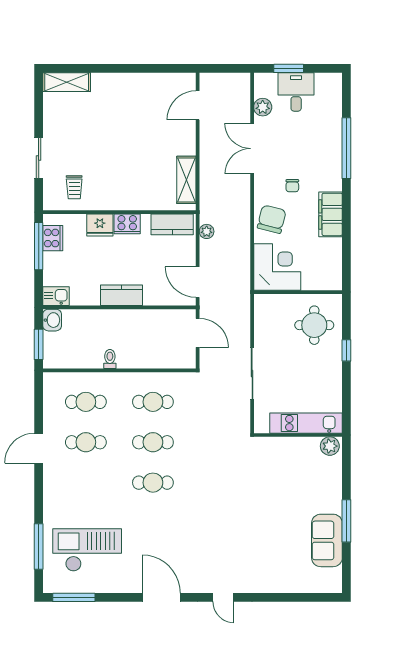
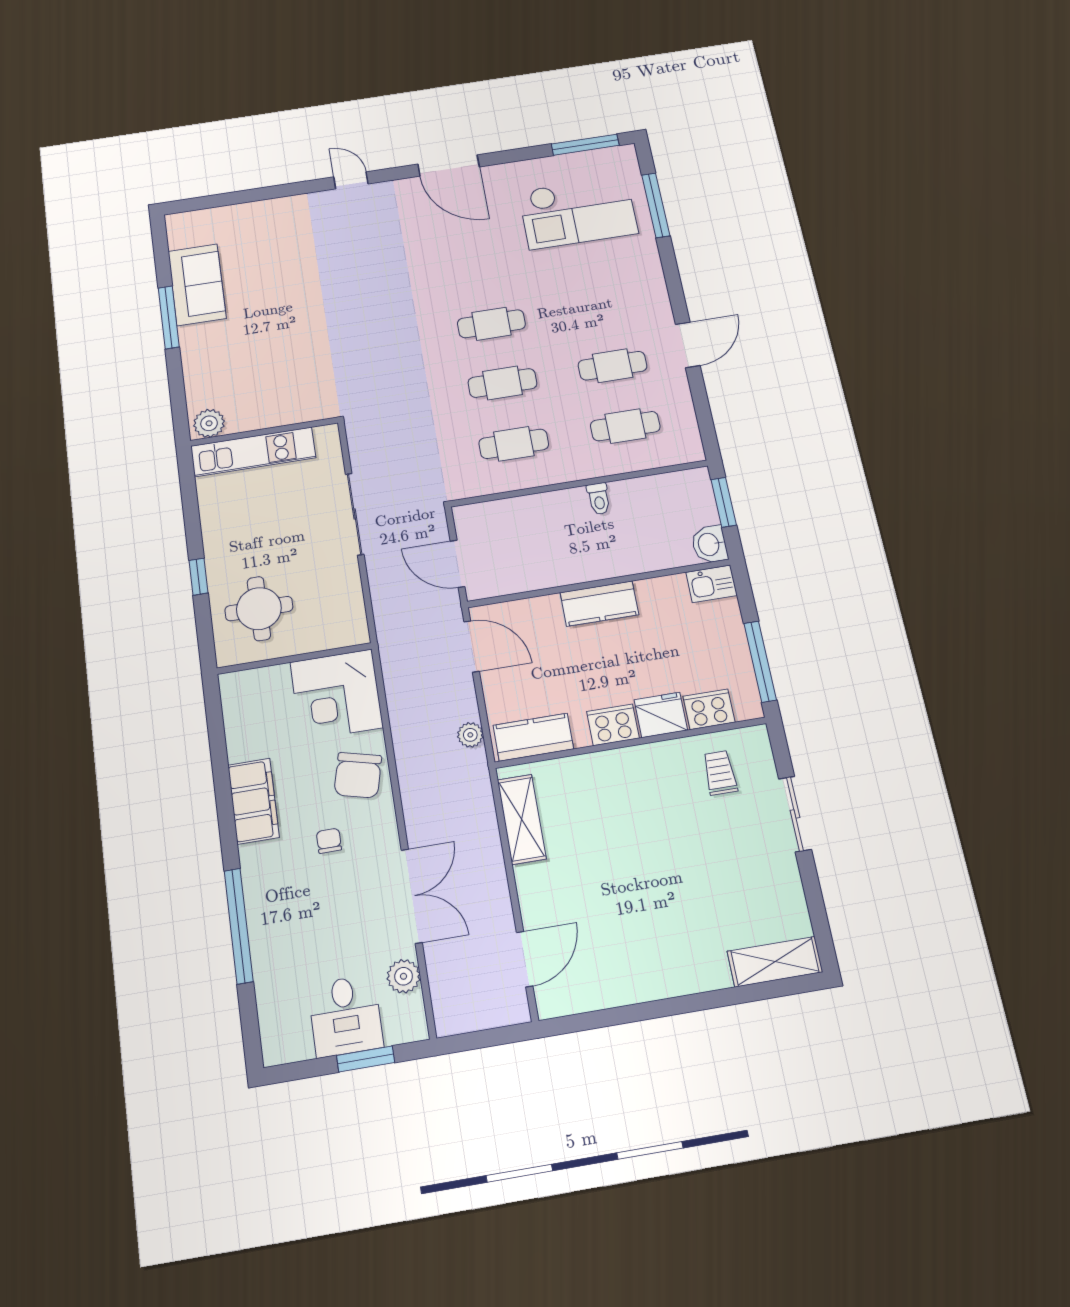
cooker: (53, 238) -> (709, 709), moved, turned 90

